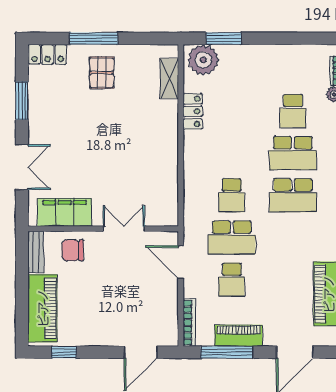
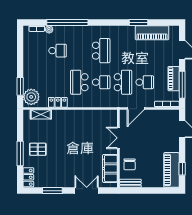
school desk: (293, 153) -> (79, 82), moved, turned 180
piano: (42, 308) -> (171, 170), moved, turned -90

